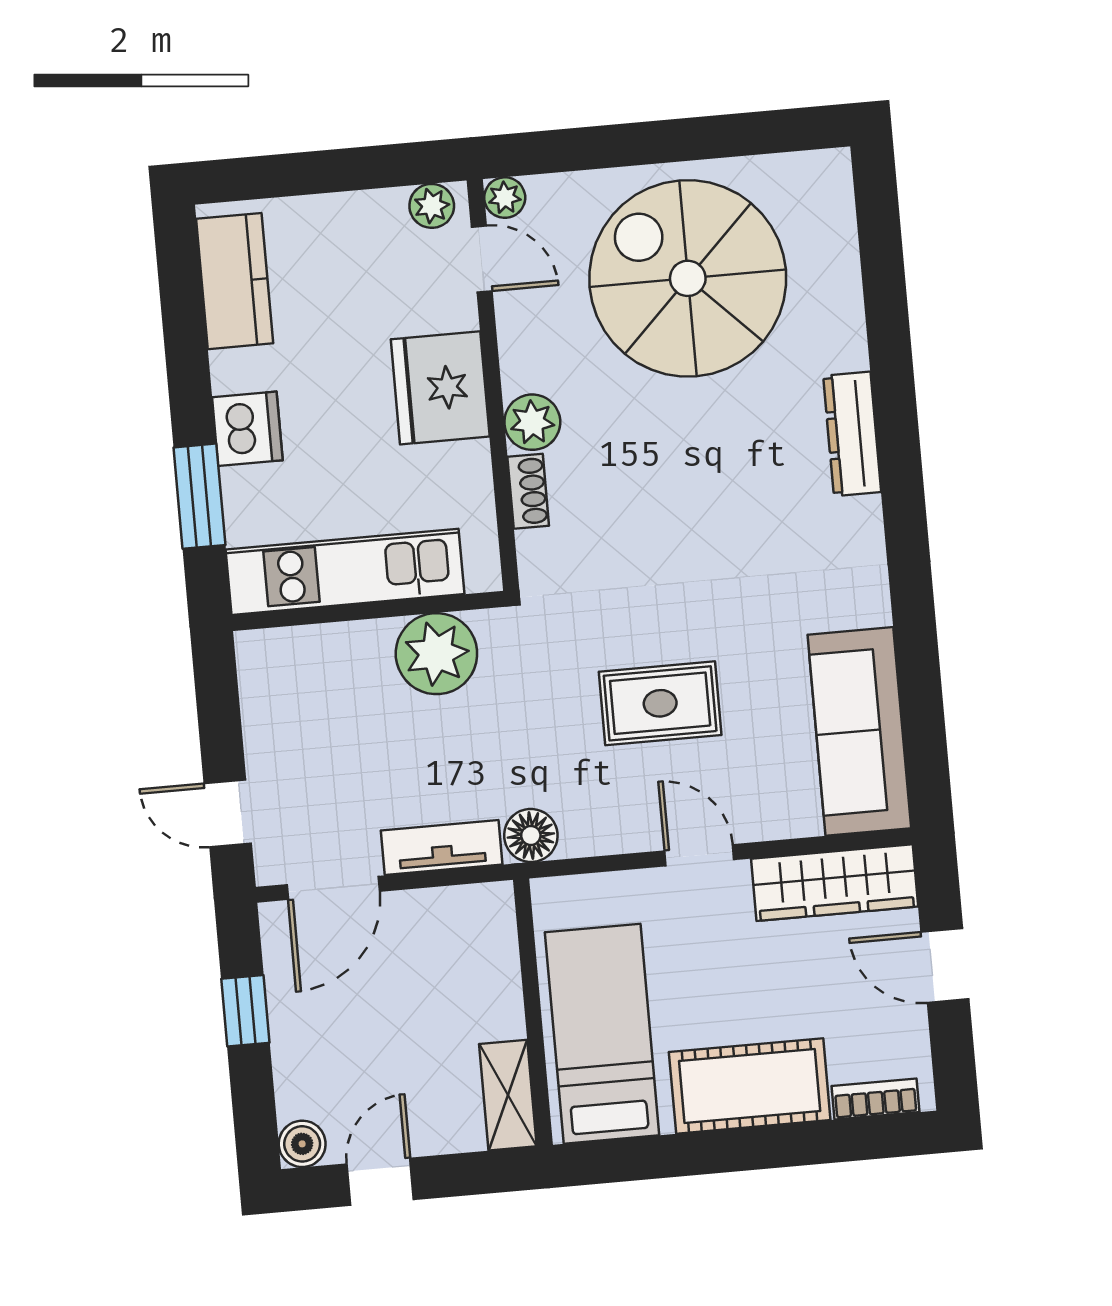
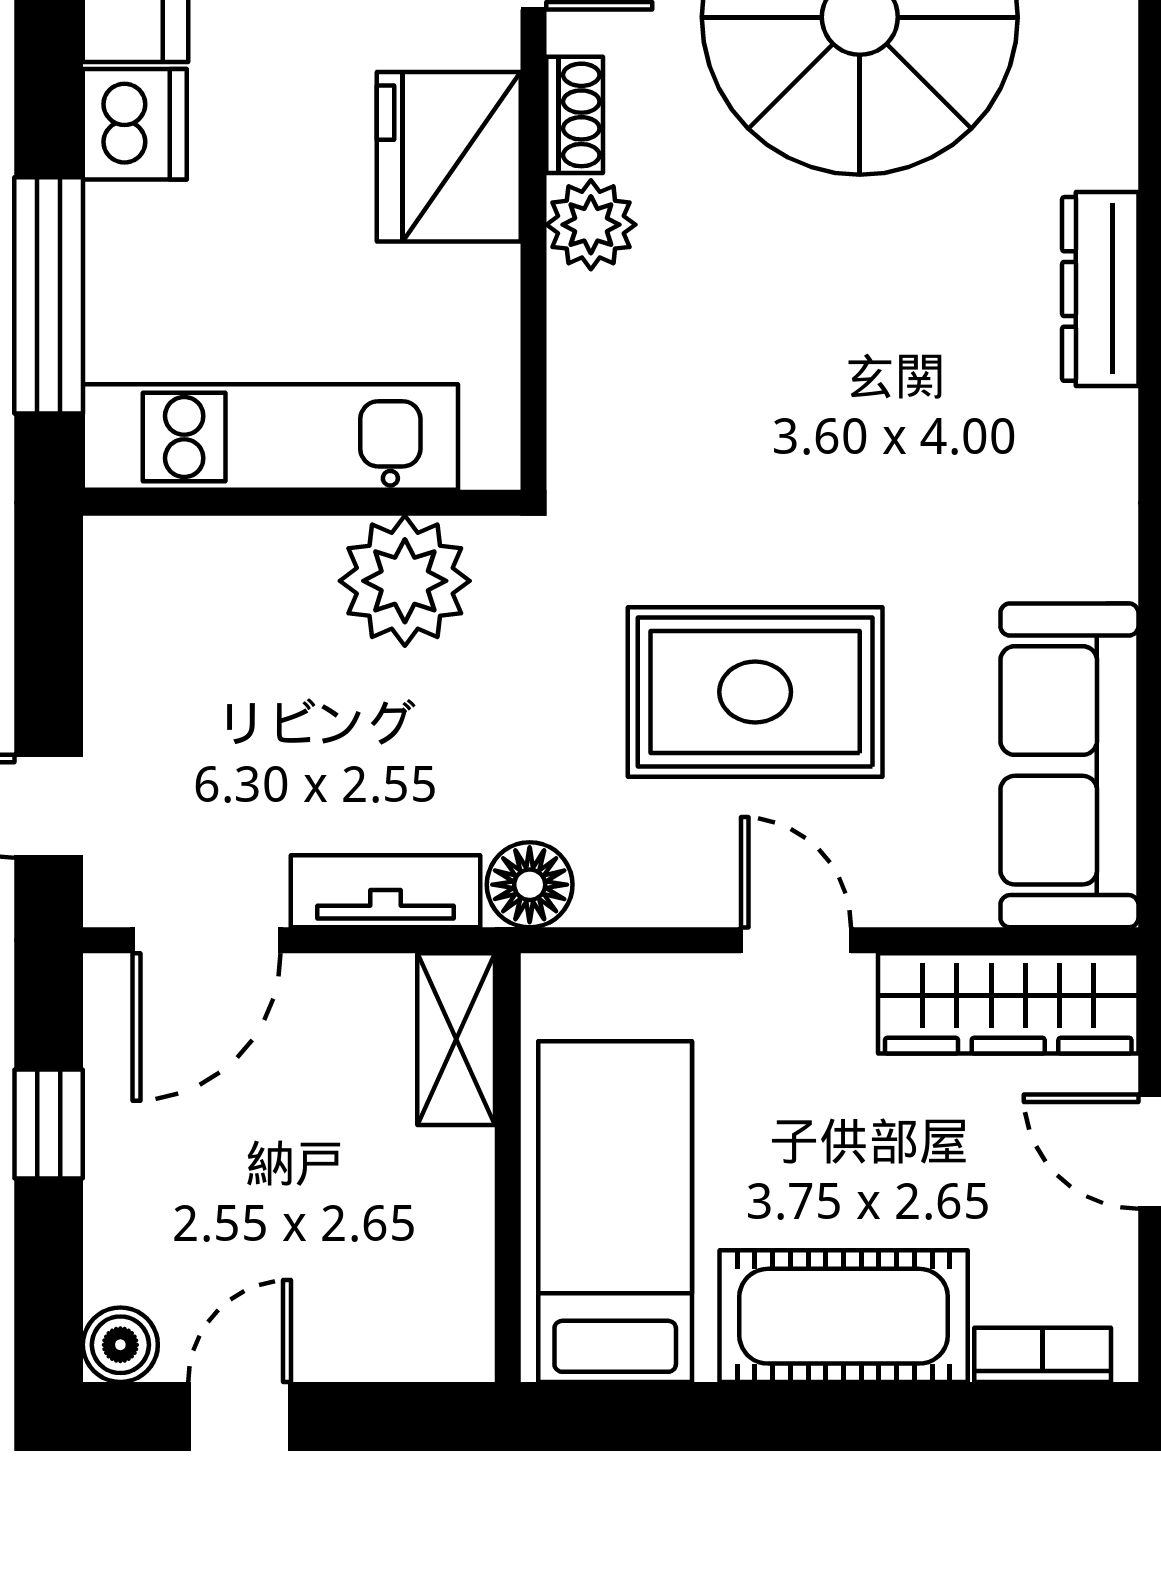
dishwasher: (247, 429) -> (135, 124), moved
shoe rack: (528, 491) -> (575, 115), moved
window: (199, 496) -> (49, 295), width x1.44
rug: (660, 703) -> (755, 692), width x1.36, depth x1.43
shelving: (508, 1095) -> (456, 1039), moved

